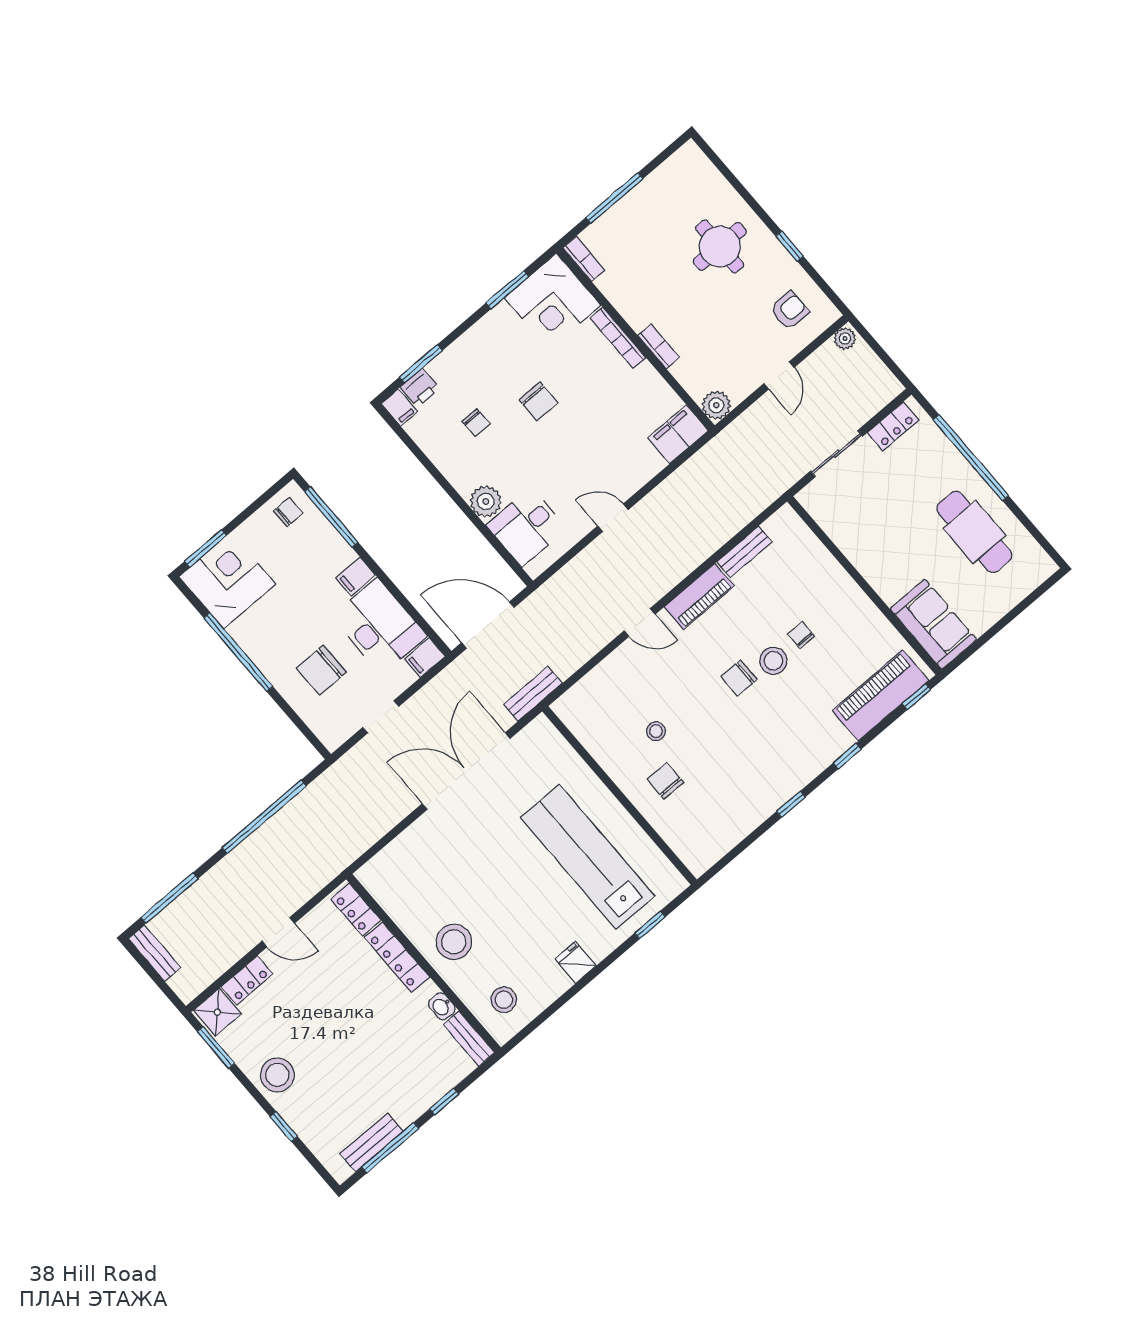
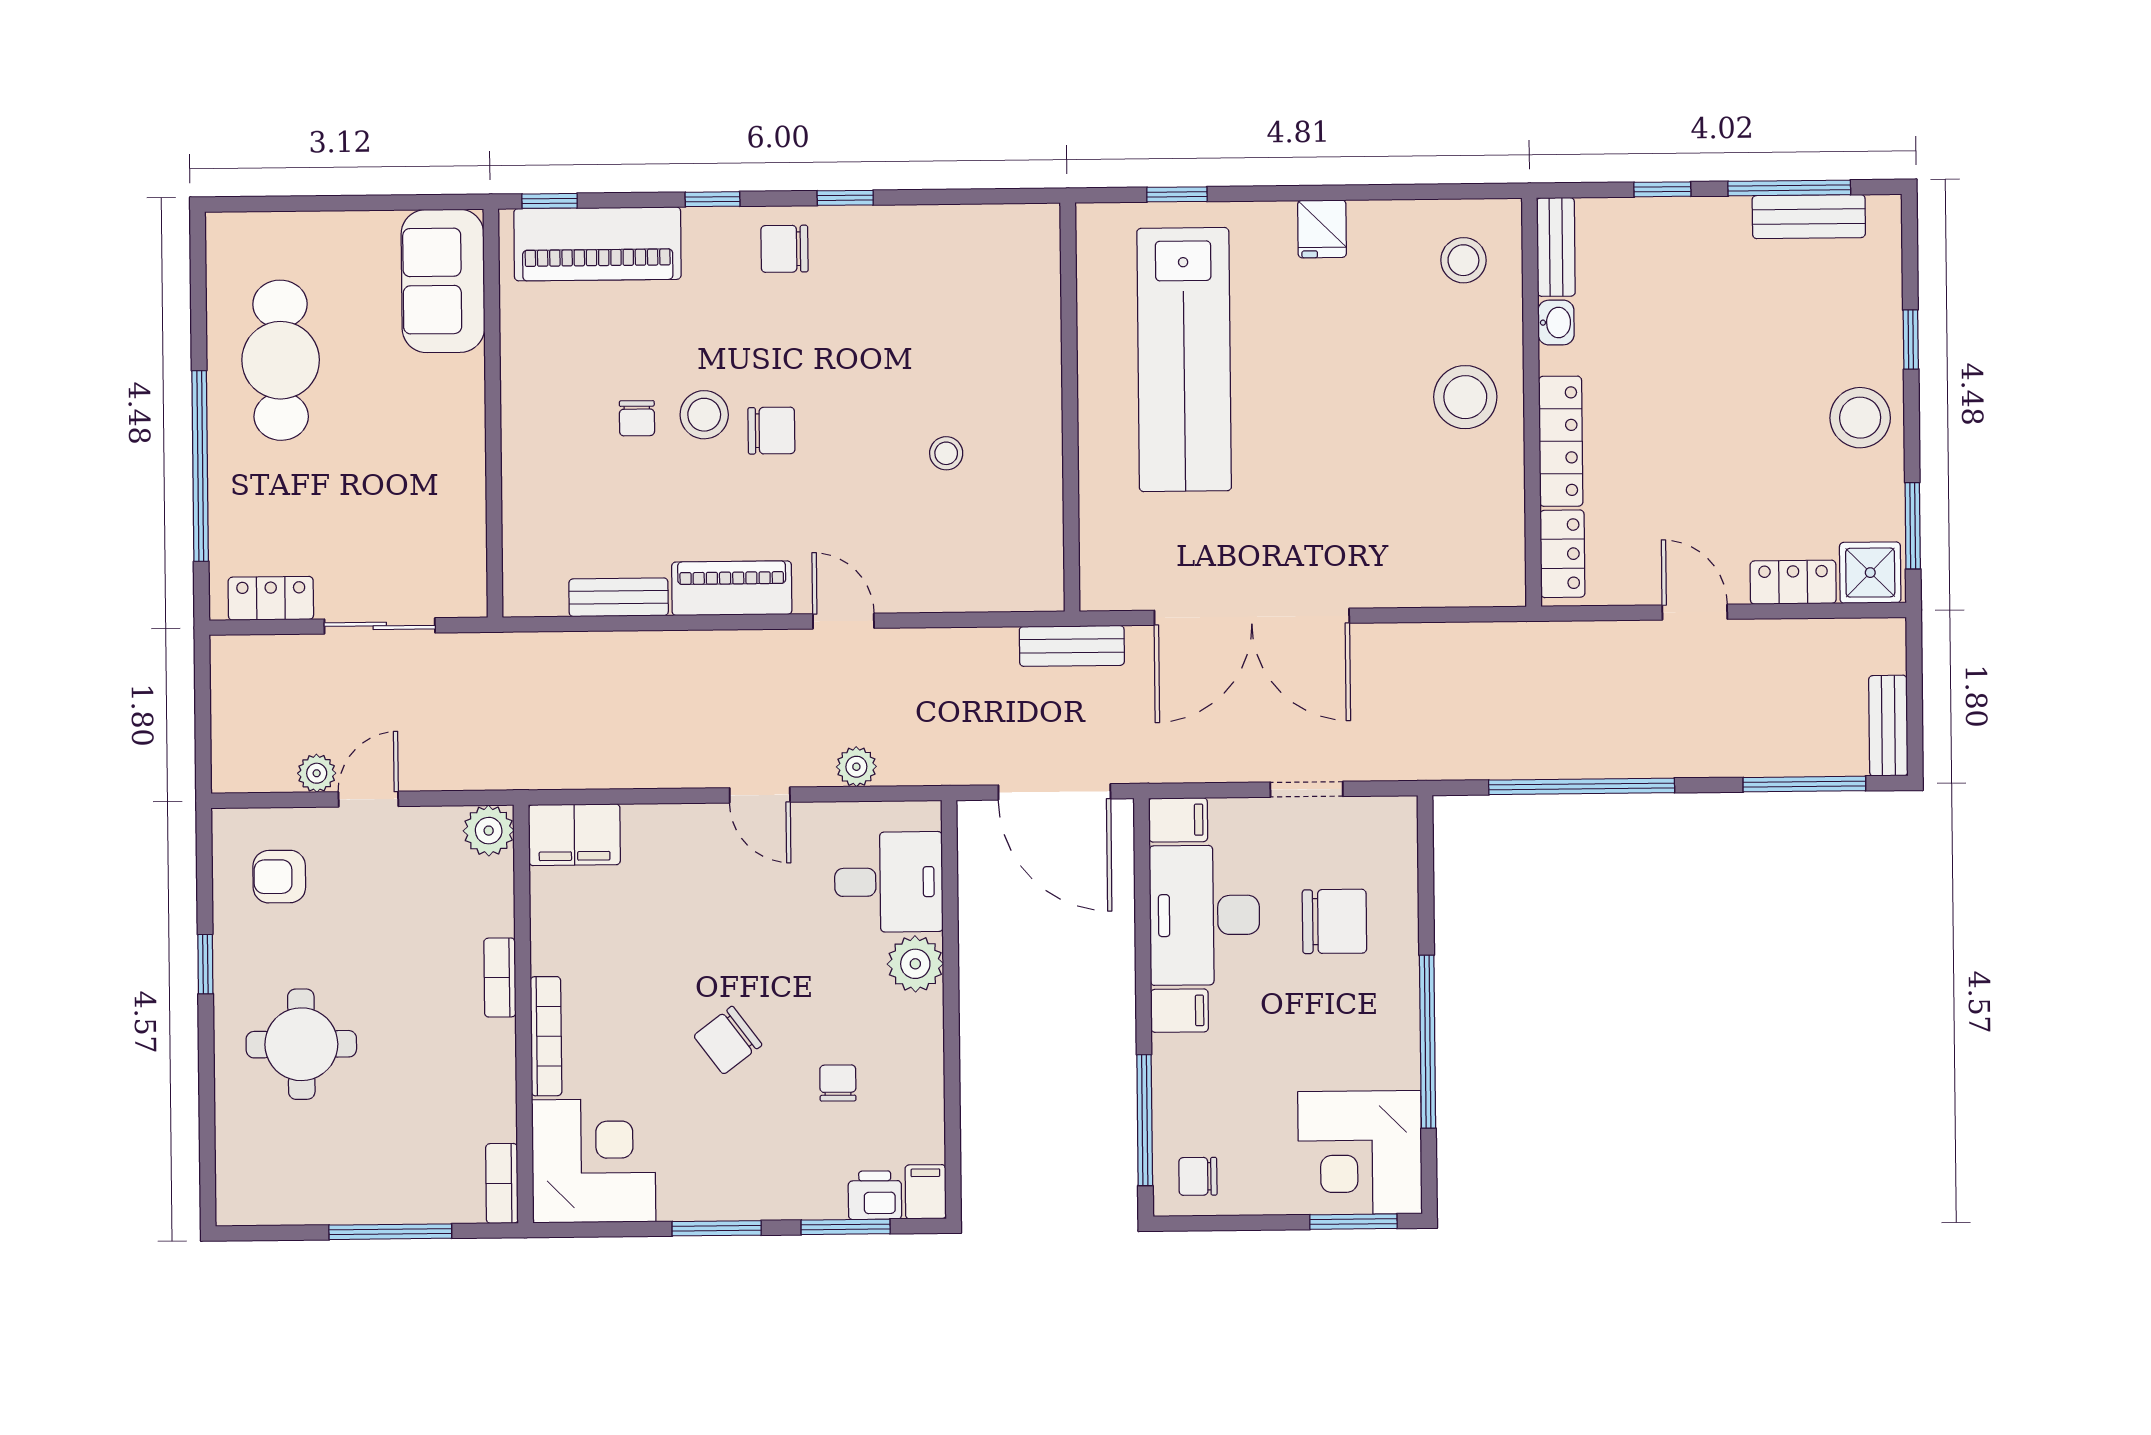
window: (507, 290) -> (717, 1228), moved
plant: (845, 338) -> (317, 773), moved
chair: (538, 401) -> (728, 1040), turned -127
plant: (582, 565) -> (856, 767), added
chair: (665, 781) -> (785, 249), moved, turned 90

